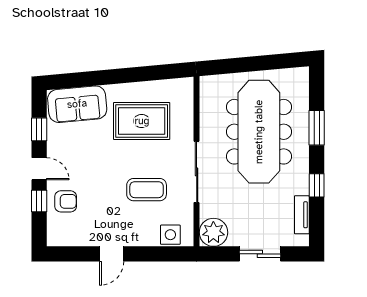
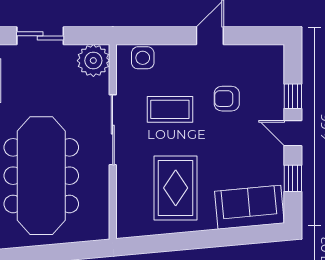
rug: (142, 121) -> (176, 188), turned 90
armchair: (66, 201) -> (227, 99), moved

